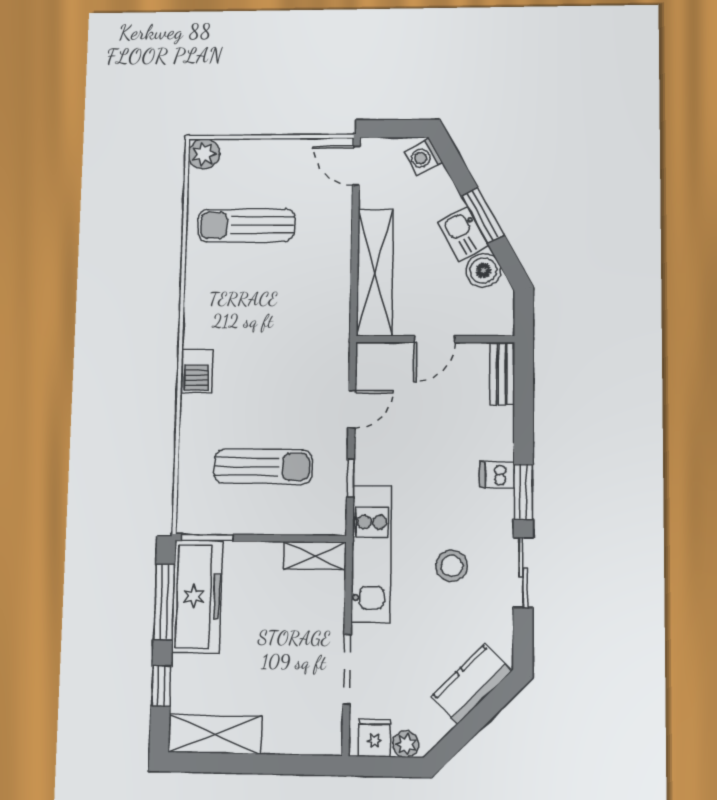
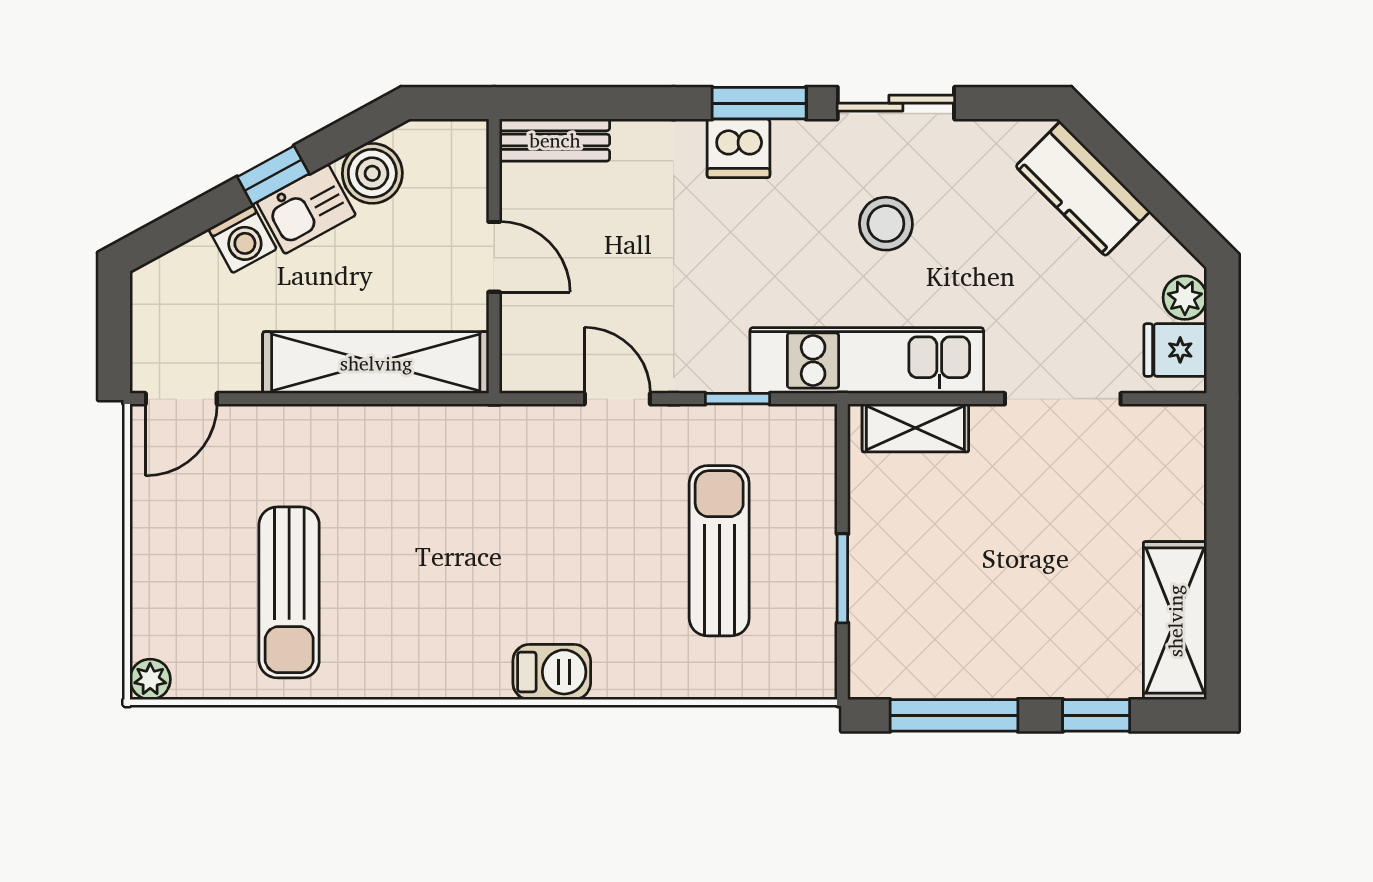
plant: (204, 154) -> (150, 679), width x0.73, depth x0.73
washing machine: (423, 157) -> (242, 239), moved
window: (483, 215) -> (273, 175), width x0.67
dishwasher: (497, 475) -> (738, 148), width x1.38
window: (207, 537) -> (842, 578), moved
shelving: (315, 556) -> (915, 428), moved, turned 90
freezer: (197, 596) -> (944, 658), removed

